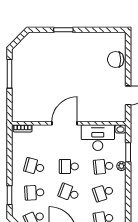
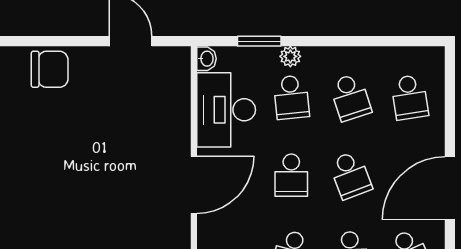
chair: (116, 60) -> (50, 69), turned -90
door: (65, 123) -> (194, 185), swing flipped
school desk: (69, 193) -> (350, 175), turned -42

